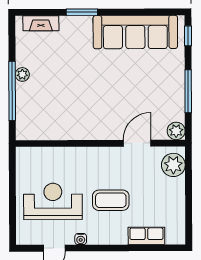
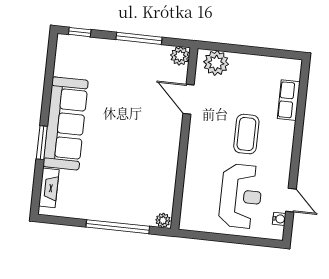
sofa: (135, 32) -> (66, 123), moved
plant: (22, 74) -> (163, 220), moved
reception desk: (53, 201) -> (241, 196), turned 180
water cooler: (81, 239) -> (279, 219), moved

